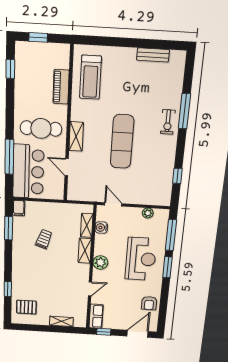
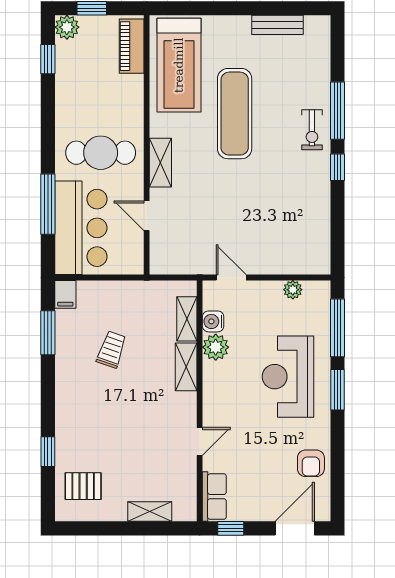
plant: (22, 49) -> (67, 27), added
treadmill: (90, 77) -> (179, 65), width x1.37, depth x1.38
piano: (61, 87) -> (132, 46), moved
exercise mat: (122, 142) -> (235, 114), moved
window: (177, 176) -> (338, 167), moved
reception desk: (141, 259) -> (288, 377), turned 180
plant: (100, 263) -> (216, 347), moved

